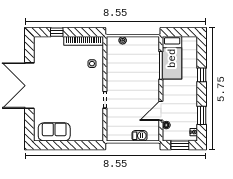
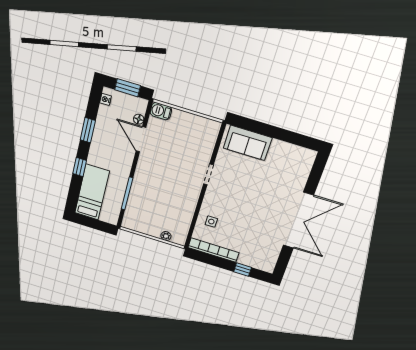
bed: (172, 58) -> (92, 192), moved
door: (161, 111) -> (141, 139), swing flipped
window: (202, 115) -> (88, 130), moved
sofa: (54, 132) -> (248, 143), moved
barbecue: (139, 136) -> (161, 111), moved

